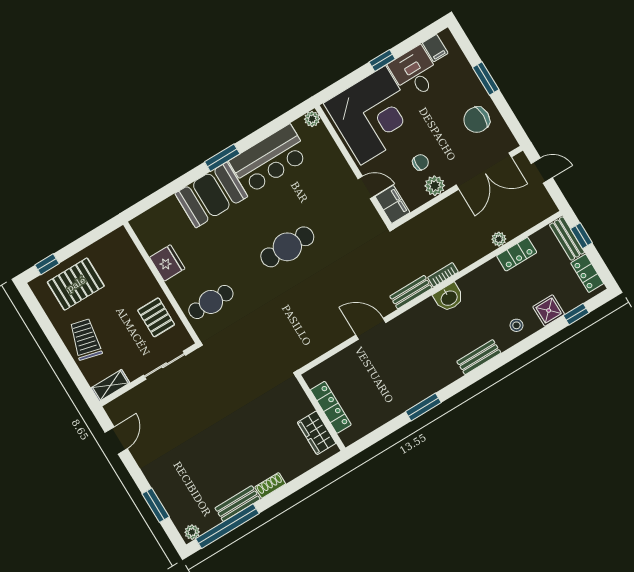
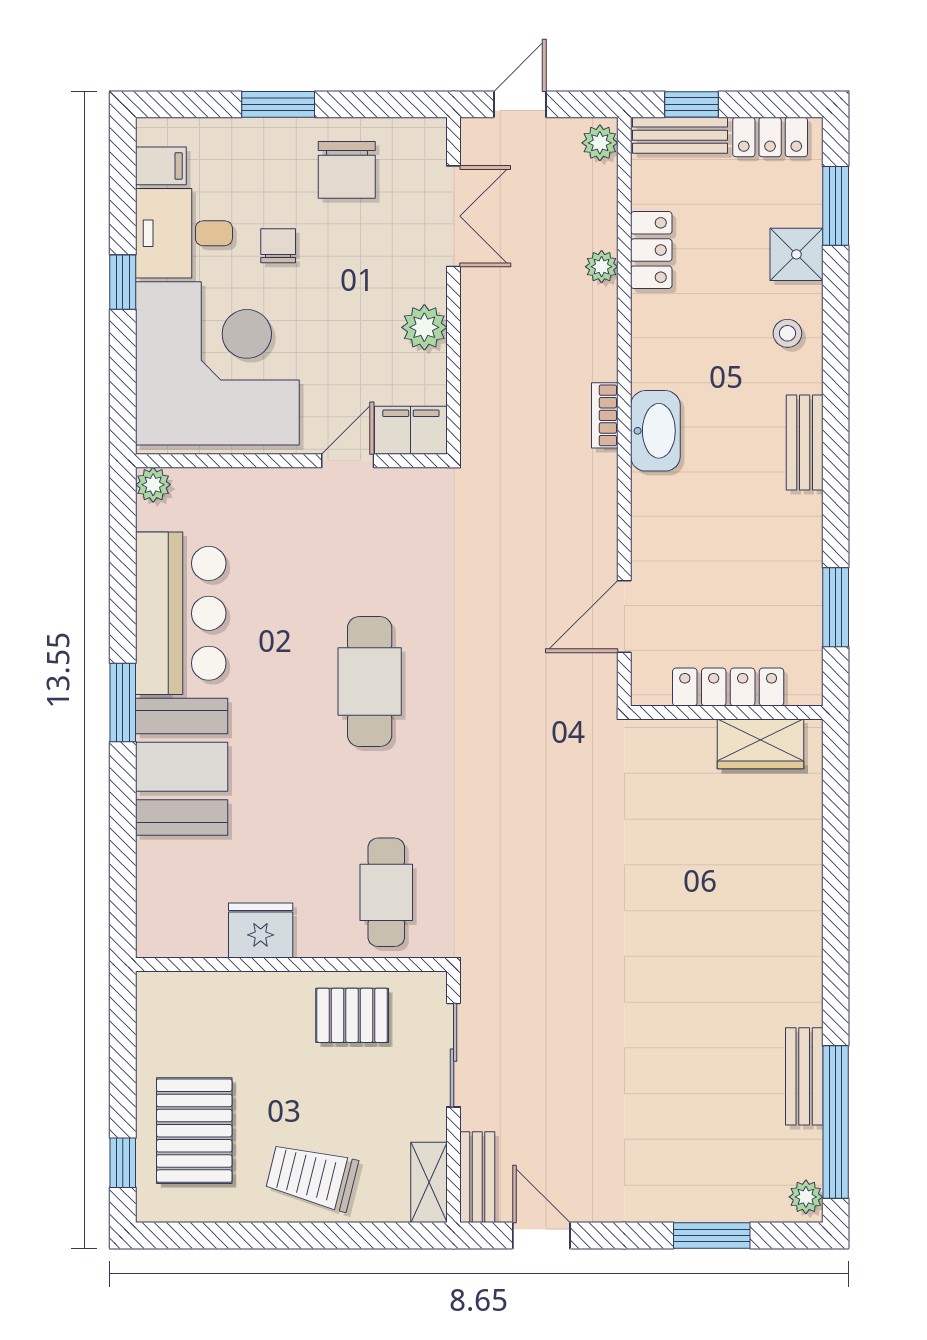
chair: (420, 162) -> (278, 246), moved
double door: (484, 171) -> (454, 216), width x0.73
plant: (546, 210) -> (600, 143), added
bench: (411, 292) -> (477, 1177), moved
washbasin: (449, 298) -> (655, 431), width x1.38
window: (576, 314) -> (836, 206), width x1.50
locker: (331, 407) -> (728, 687), moved
wall: (321, 413) -> (727, 713), moved
wardrobe: (317, 433) -> (761, 744), moved
shoe rack: (270, 485) -> (807, 993), removed

